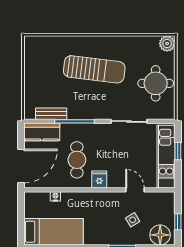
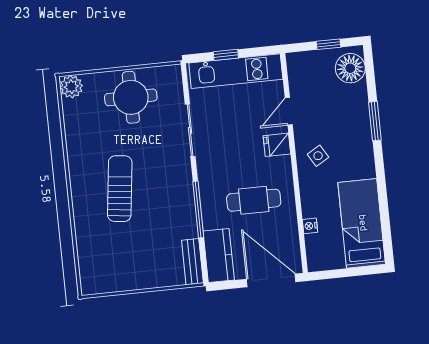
sun lounger: (94, 69) -> (120, 189), width x0.73, depth x0.75
bench: (51, 114) -> (192, 262), moved
fridge: (99, 180) -> (277, 145), moved
side table: (133, 220) -> (318, 156), moved

